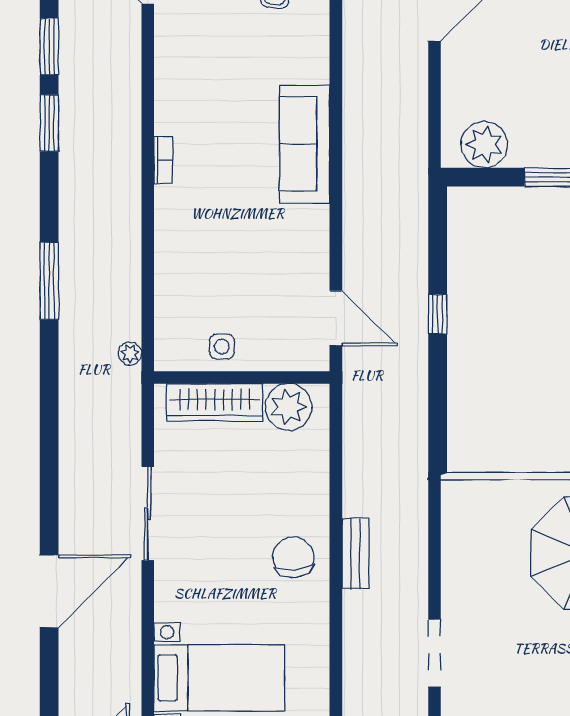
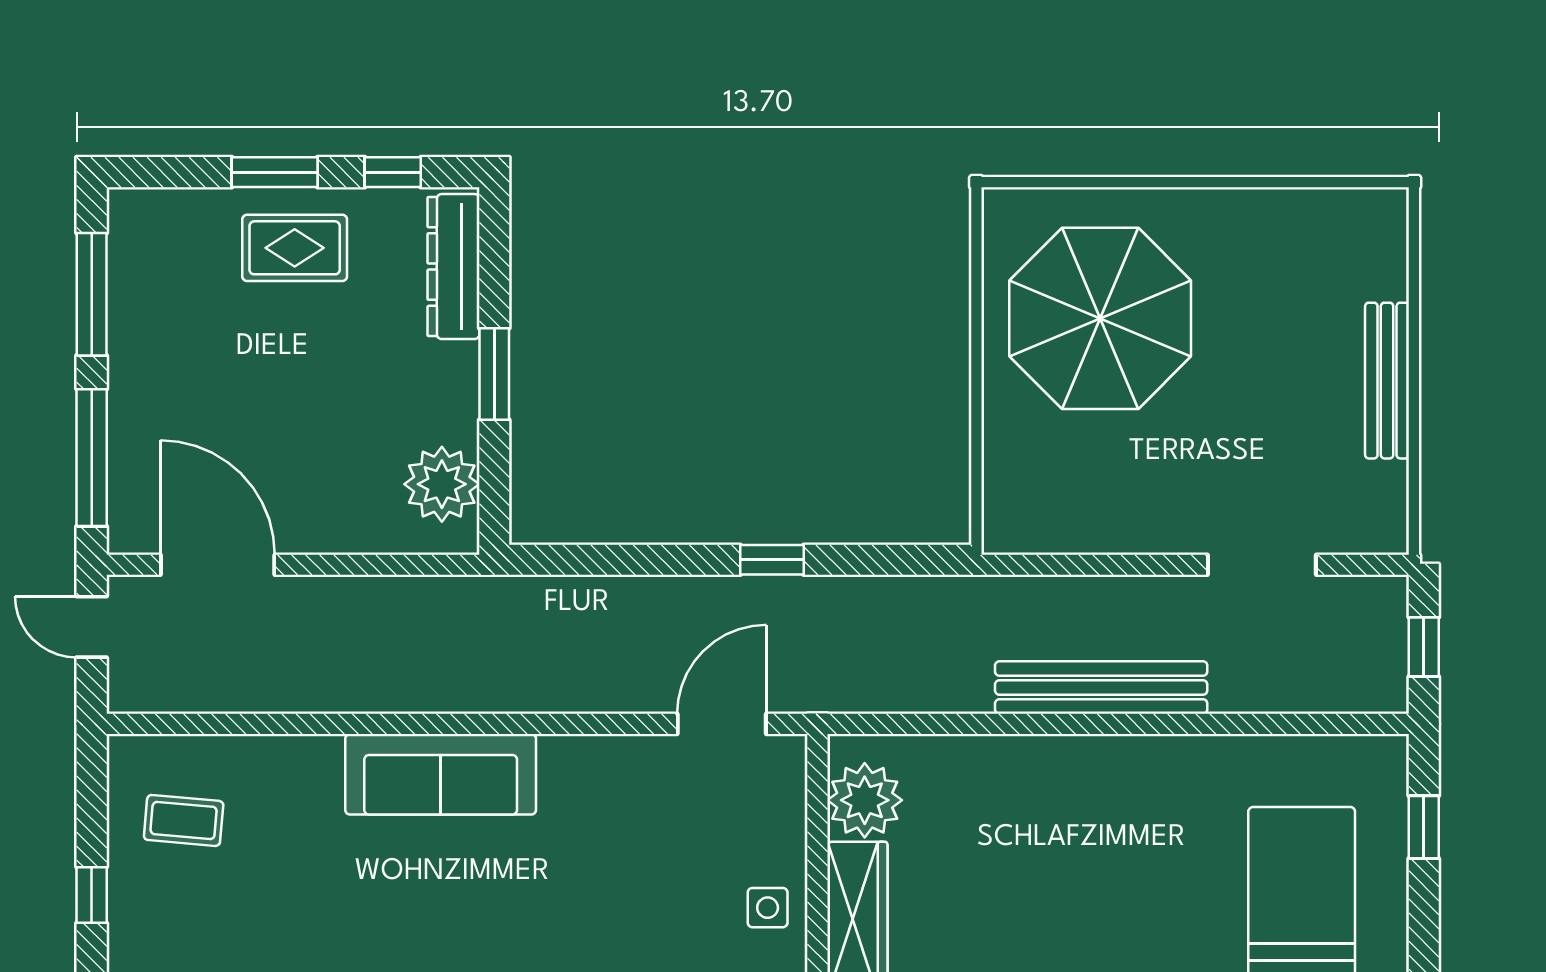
window: (438, 314) -> (772, 560), moved
bench: (355, 554) -> (1101, 688), width x1.86, depth x1.21
chair: (293, 557) -> (1107, 792), removed

